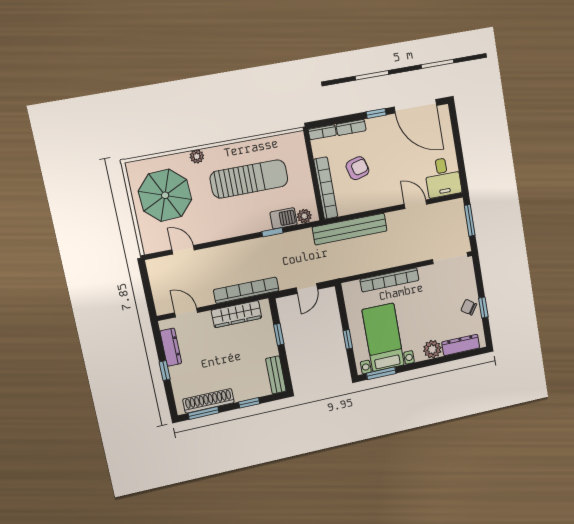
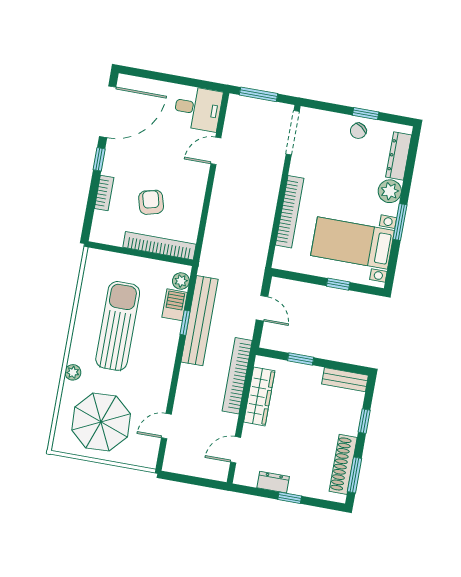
bookcase: (322, 132) -> (97, 227), removed
bench: (350, 229) -> (200, 321), moved
dresser: (171, 347) -> (273, 482), width x0.70
window: (381, 373) -> (400, 222), moved

